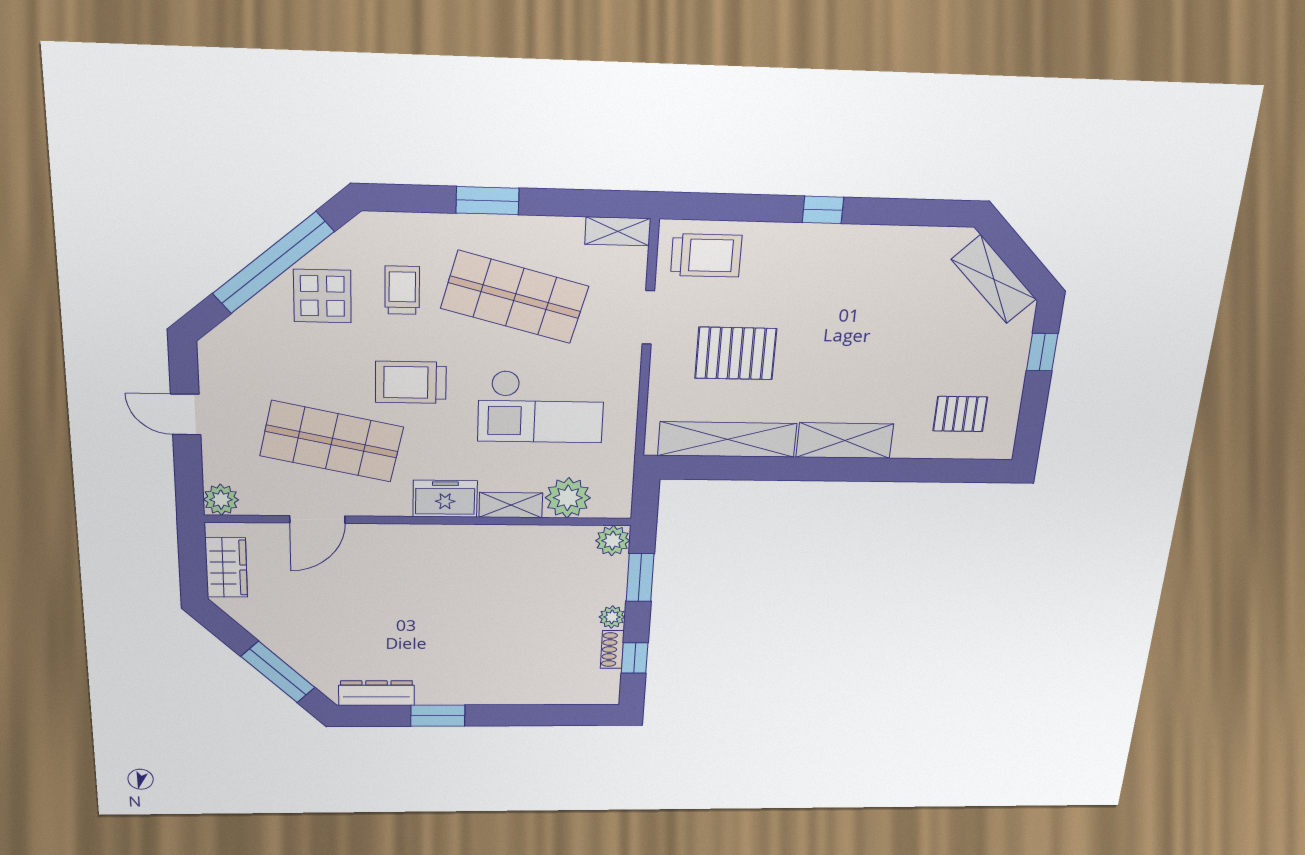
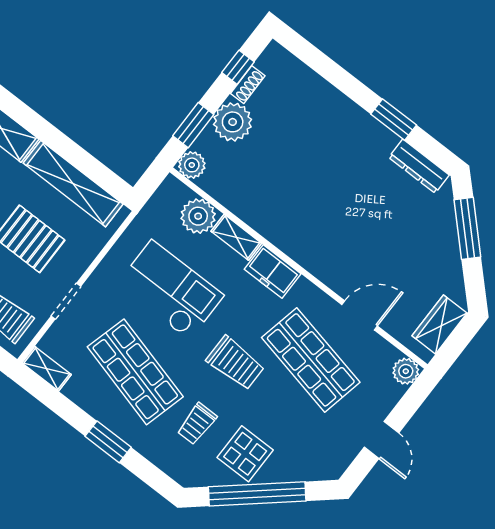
plant: (612, 617) -> (233, 122), width x1.87, depth x1.87

